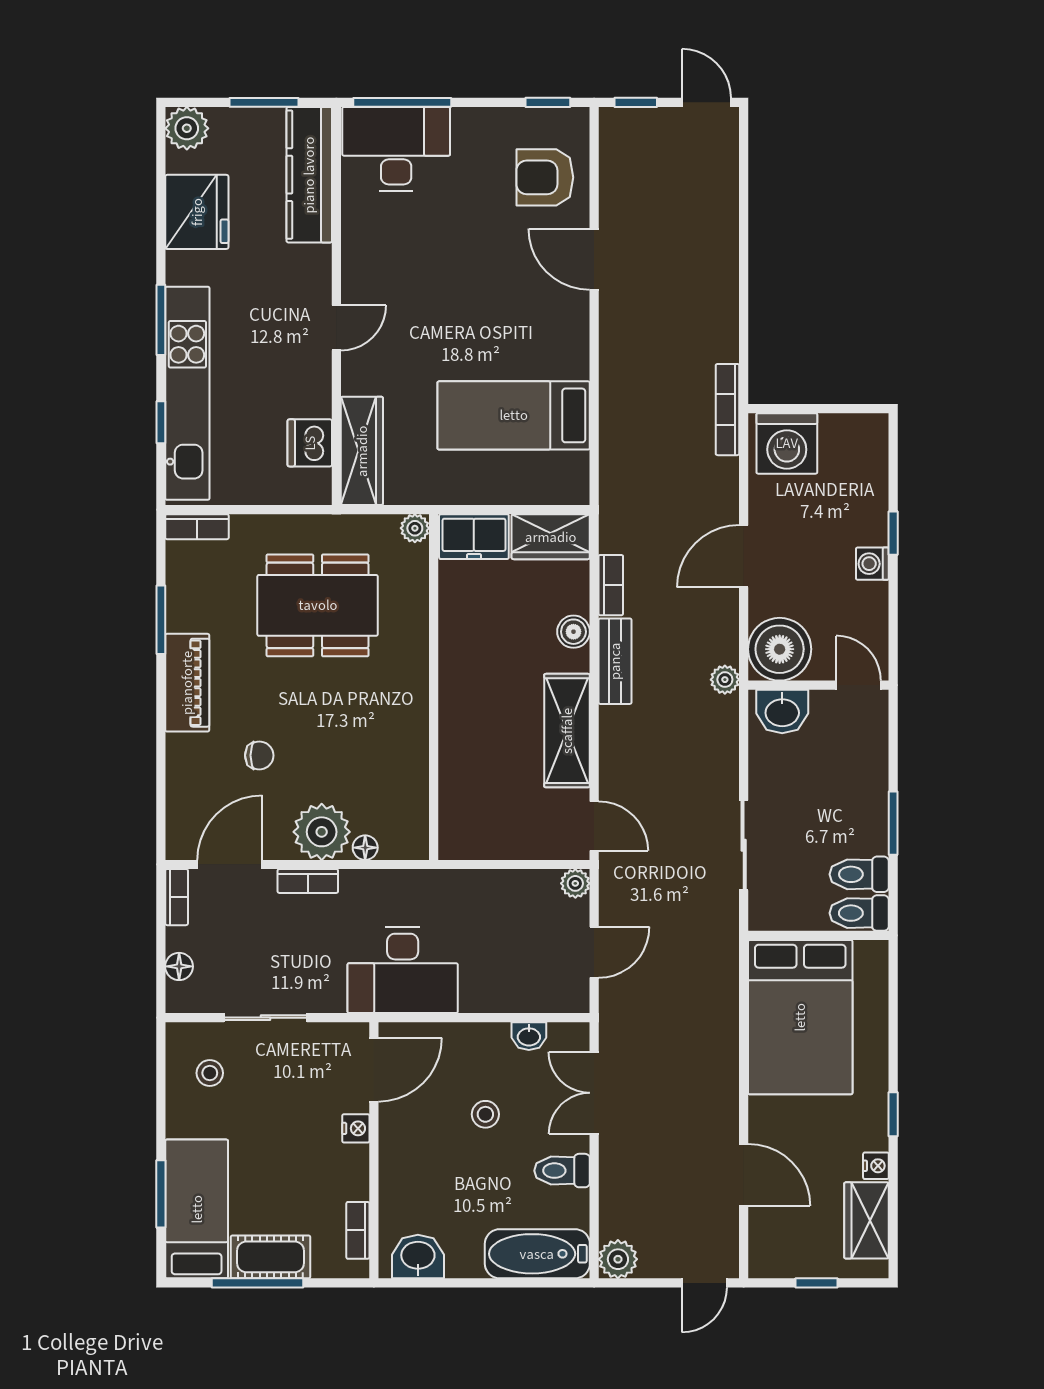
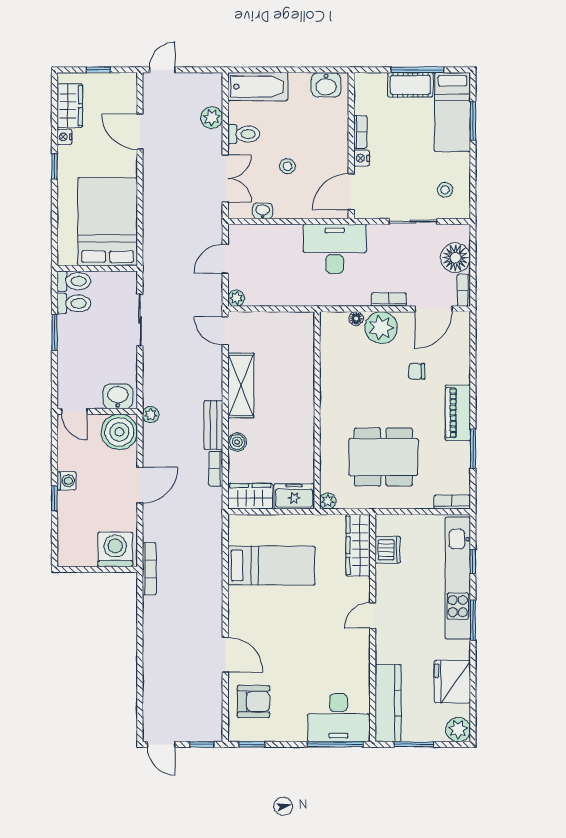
floor lamp: (179, 966) -> (455, 258), width x1.89, depth x1.89
bookcase: (358, 1230) -> (360, 132), moved
plant: (618, 1259) -> (212, 118), moved

